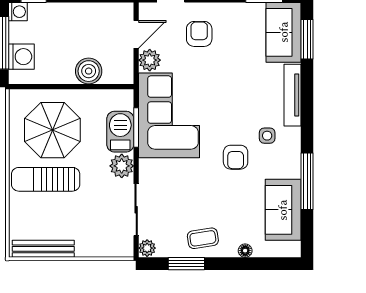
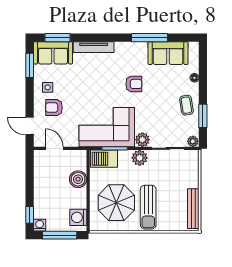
washing machine: (21, 57) -> (78, 217), moved, turned -90
plant: (150, 60) -> (142, 140), moved
barbecue: (120, 132) -> (104, 159), moved
side table: (267, 136) -> (48, 87), moved

